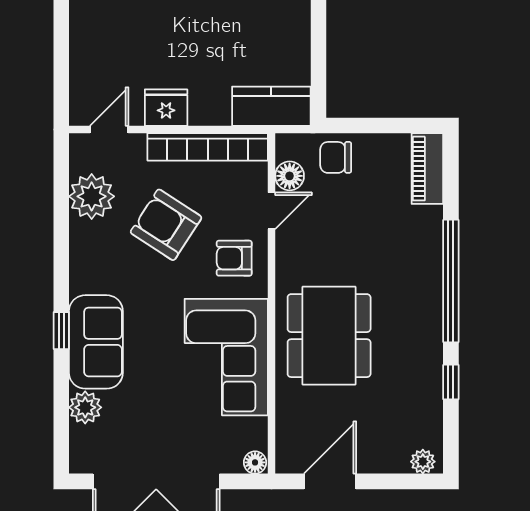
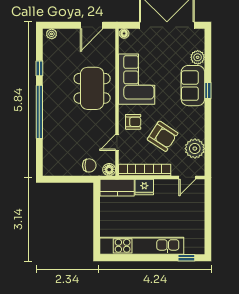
fridge: (166, 108) -> (144, 187), moved
piano: (427, 169) -> (50, 161), removed
floor lamp: (290, 176) -> (109, 170), moved

